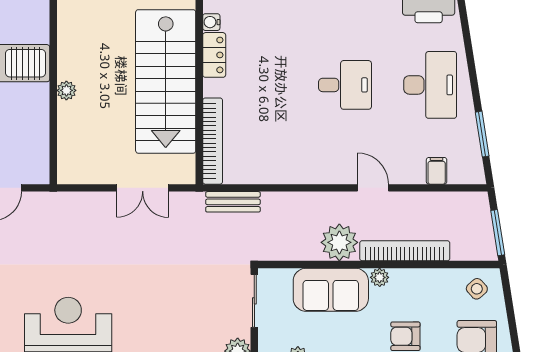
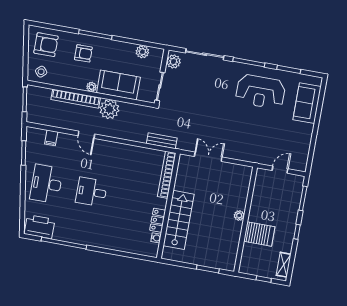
stairs: (166, 81) -> (179, 220), width x0.73, depth x0.66

